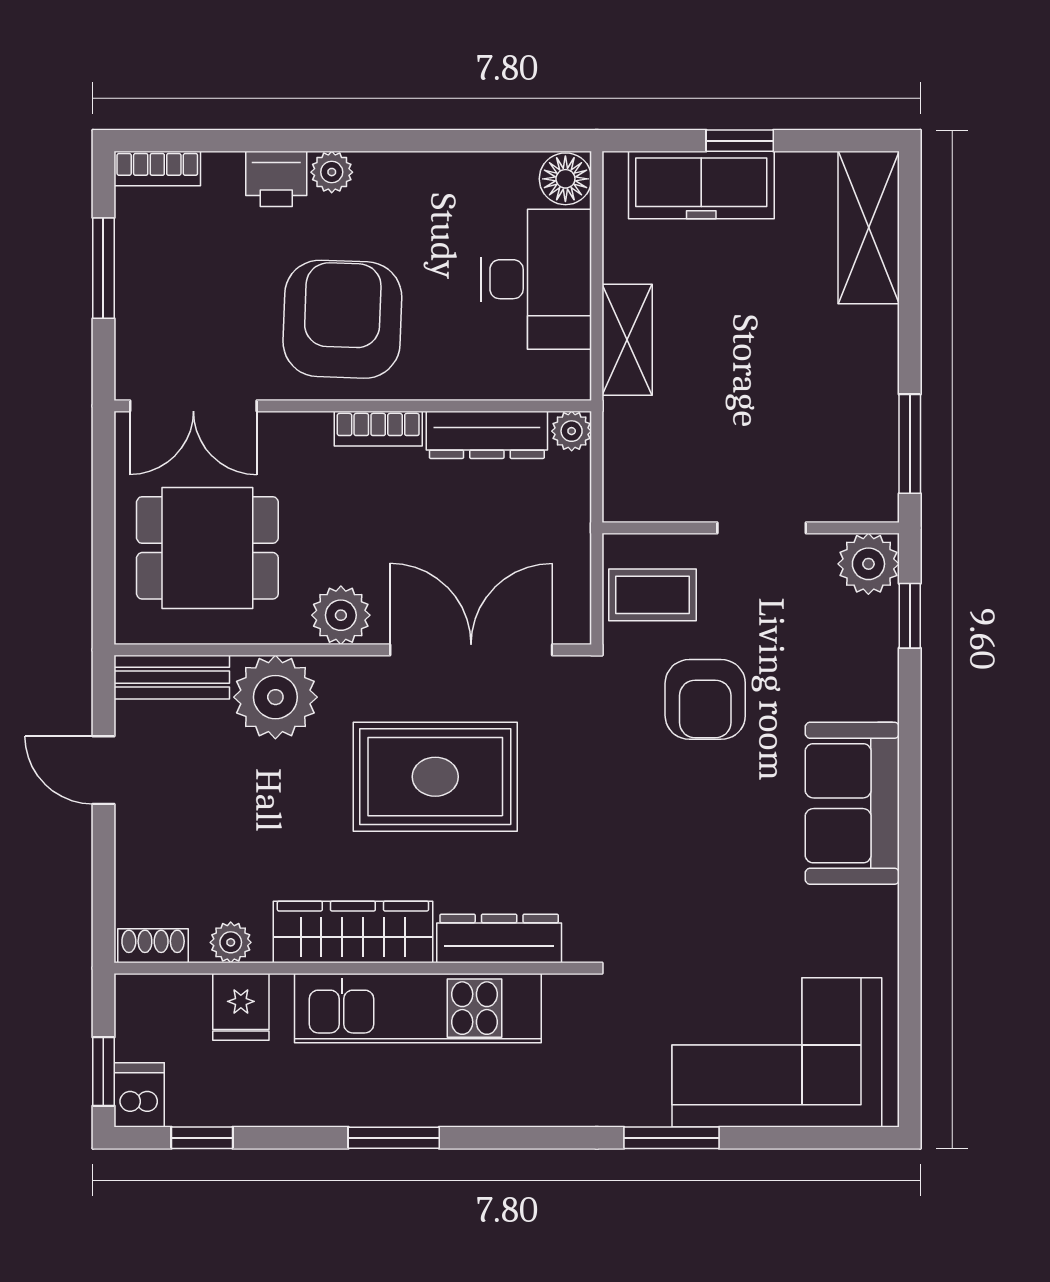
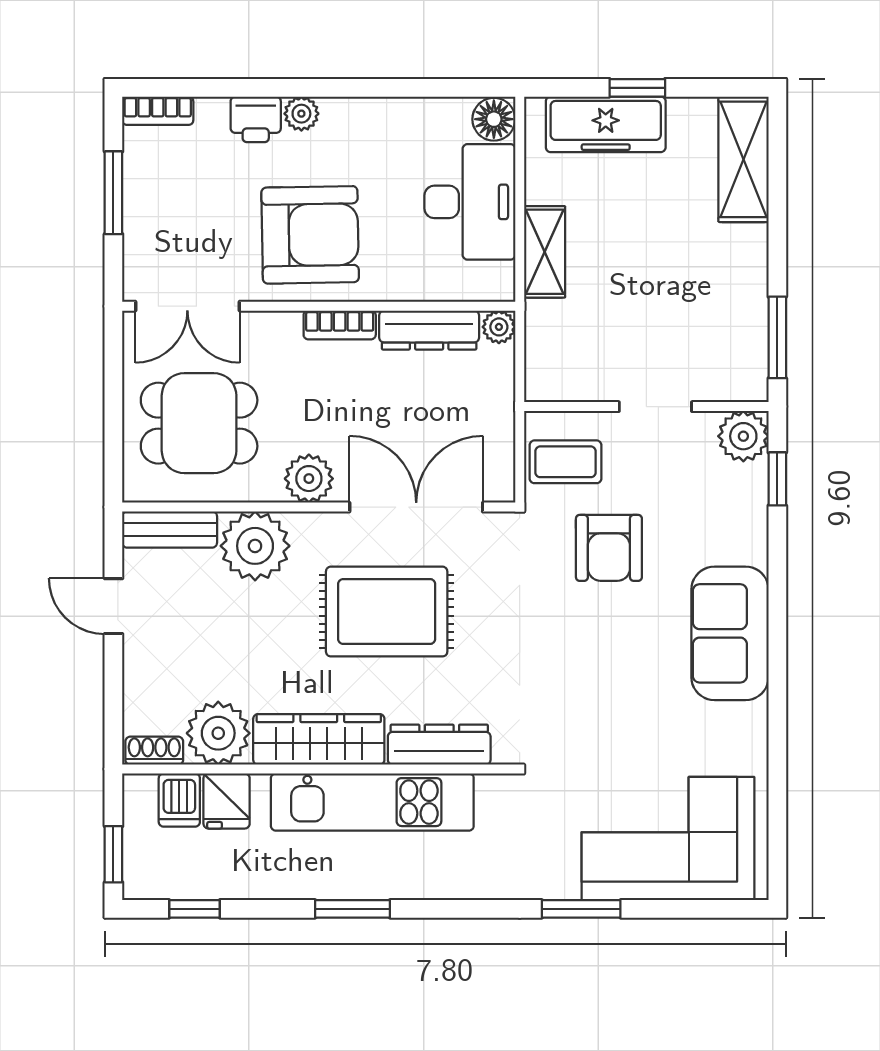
armchair: (342, 319) -> (310, 235), turned 87
plant: (231, 942) -> (218, 733), width x1.87, depth x1.87
dishwasher: (139, 1095) -> (179, 800), moved, turned 180

